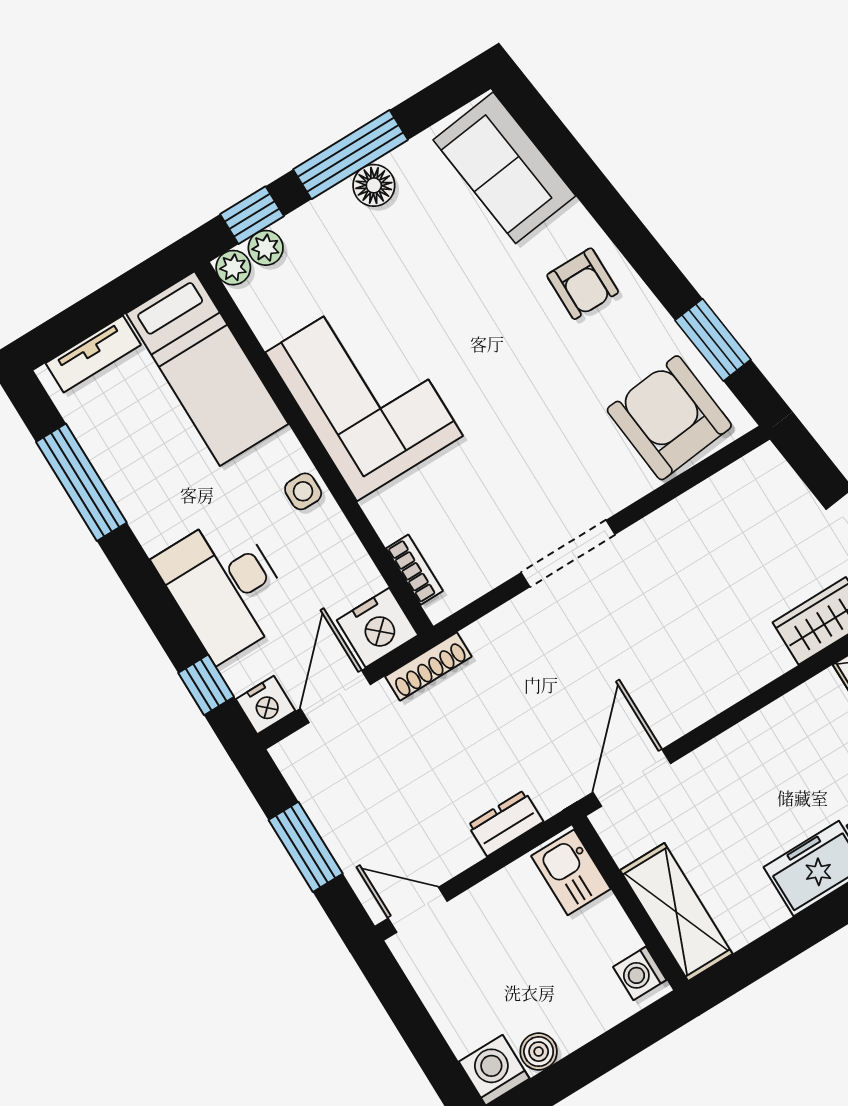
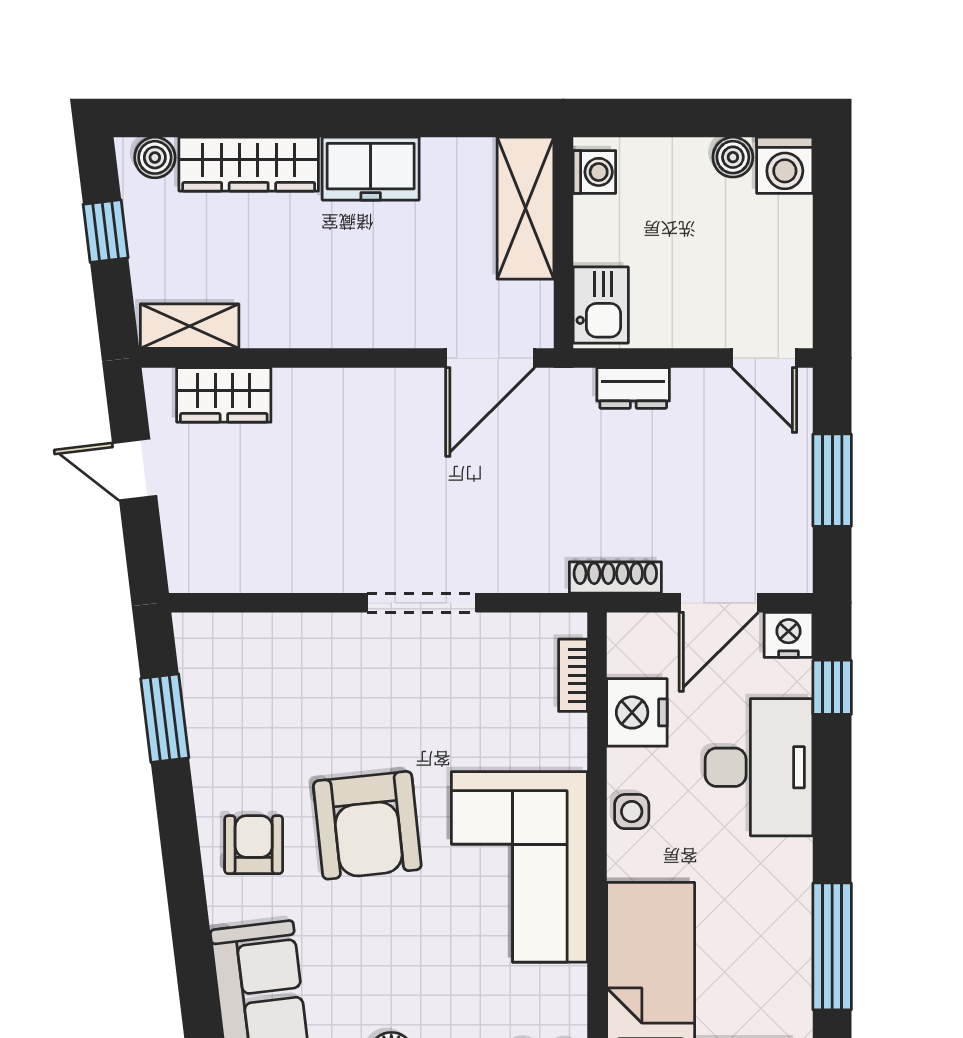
armchair: (669, 418) -> (367, 825), moved
nightstand: (378, 628) -> (637, 712), moved, turned -90

